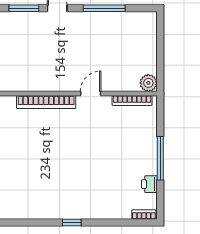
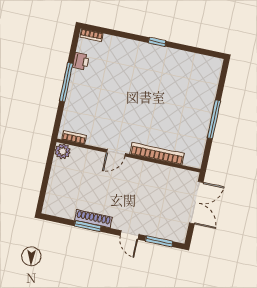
window: (104, 8) -> (88, 226), width x0.69
shoe rack: (100, 17) -> (93, 219), added
bookcase: (132, 100) -> (74, 137), width x0.64

